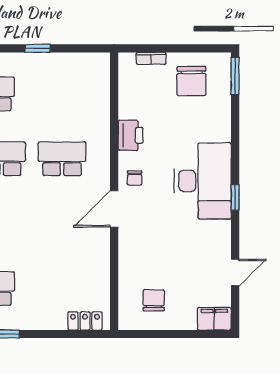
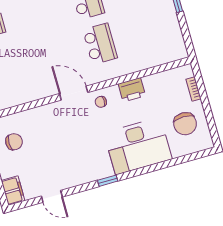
window: (235, 76) -> (198, 155), removed
chair: (191, 81) -> (185, 124), turned -90
desk: (203, 181) -> (138, 146), moved

